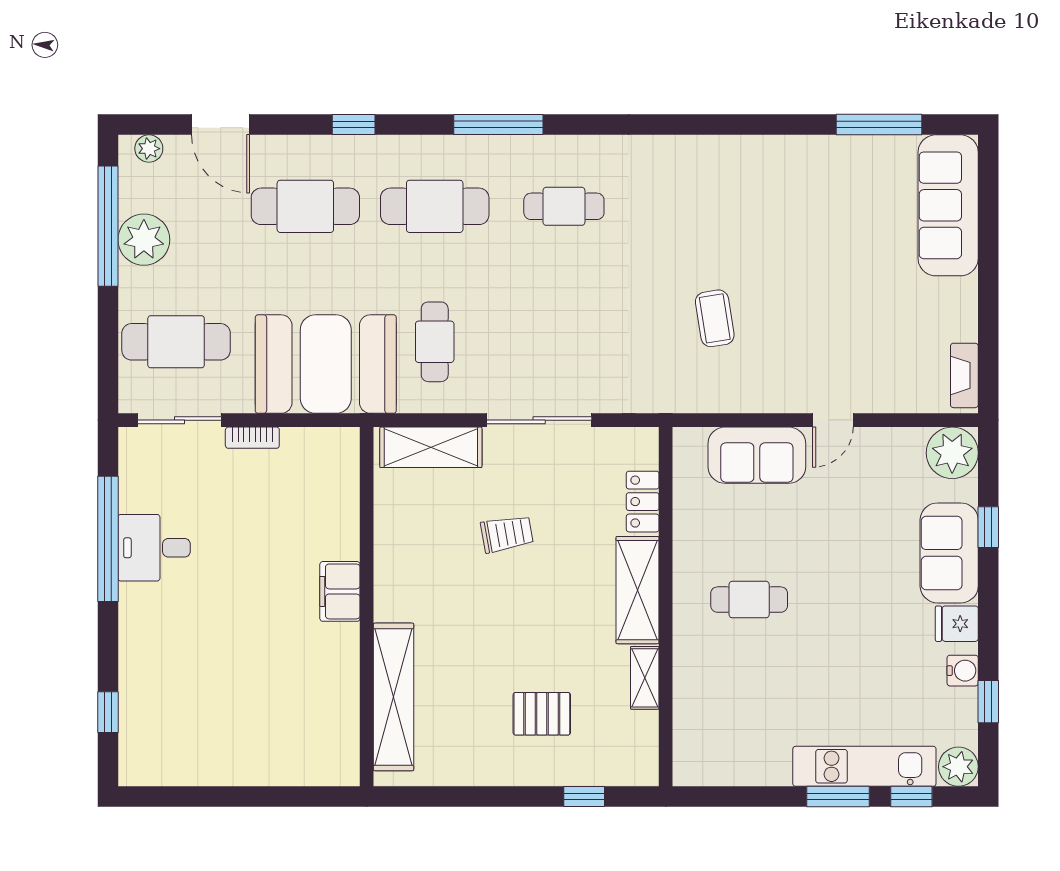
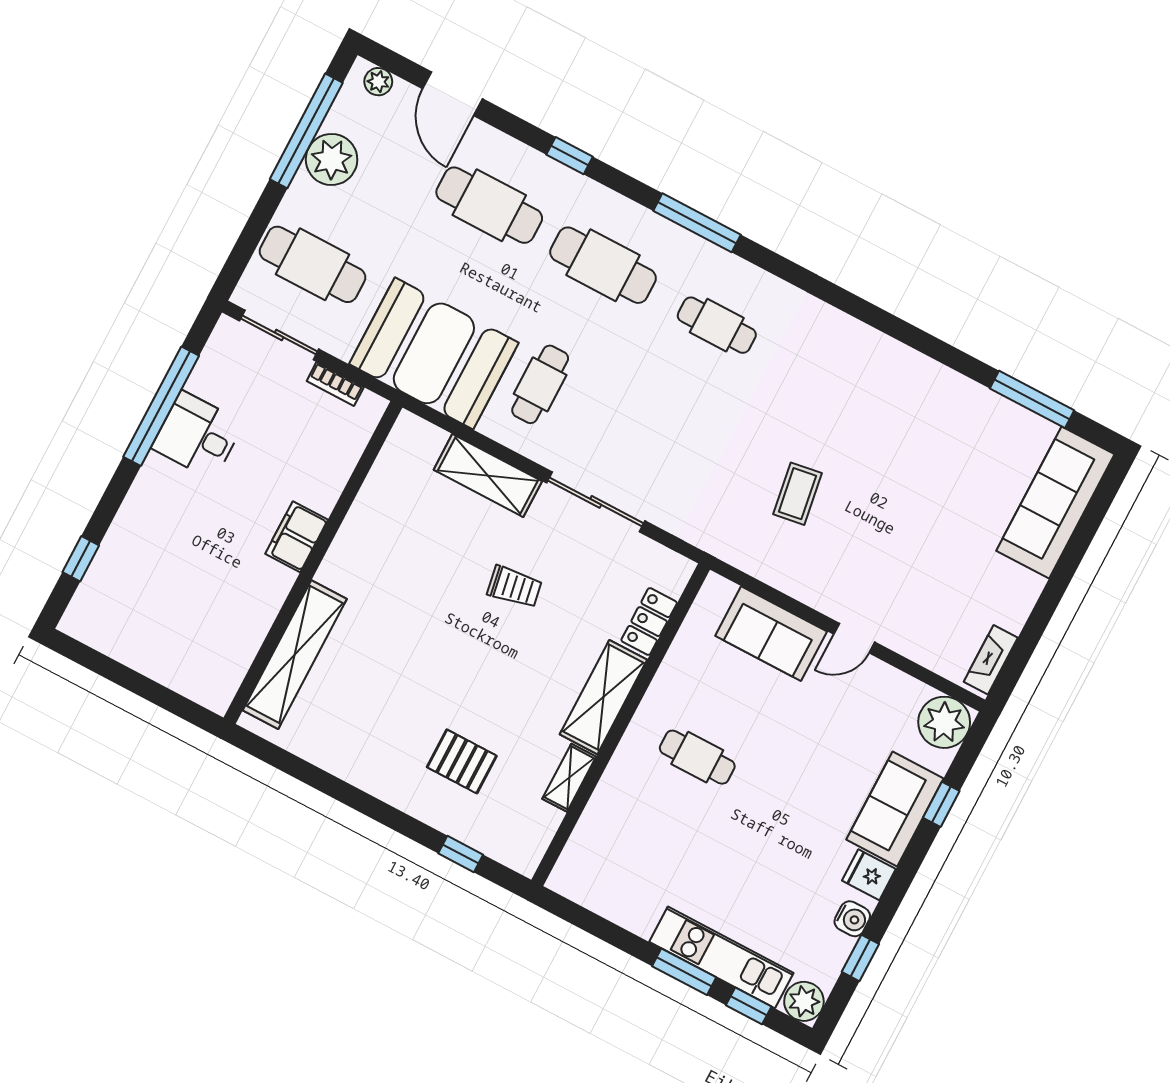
filing cabinet: (340, 591) -> (297, 537), moved
wall: (367, 607) -> (313, 563), moved
shelving: (394, 697) -> (295, 655), moved

